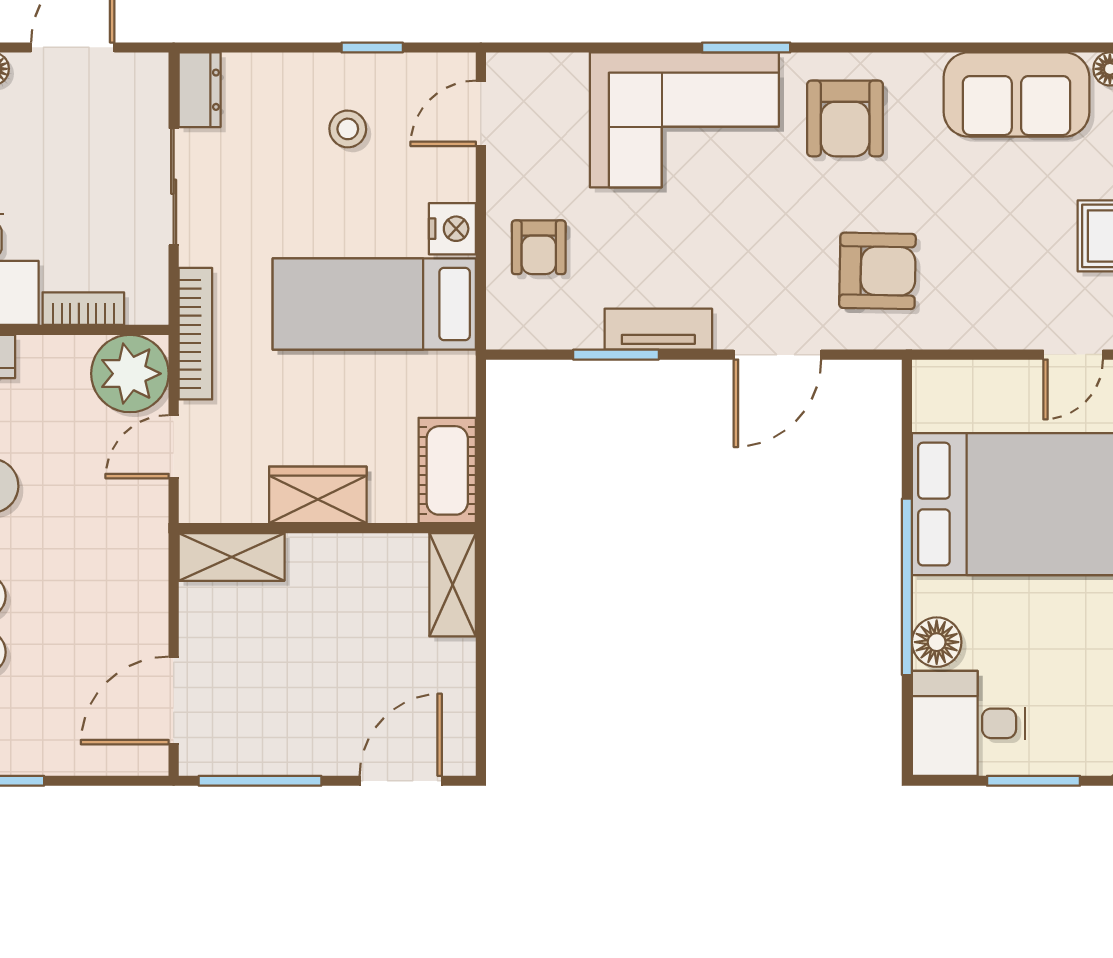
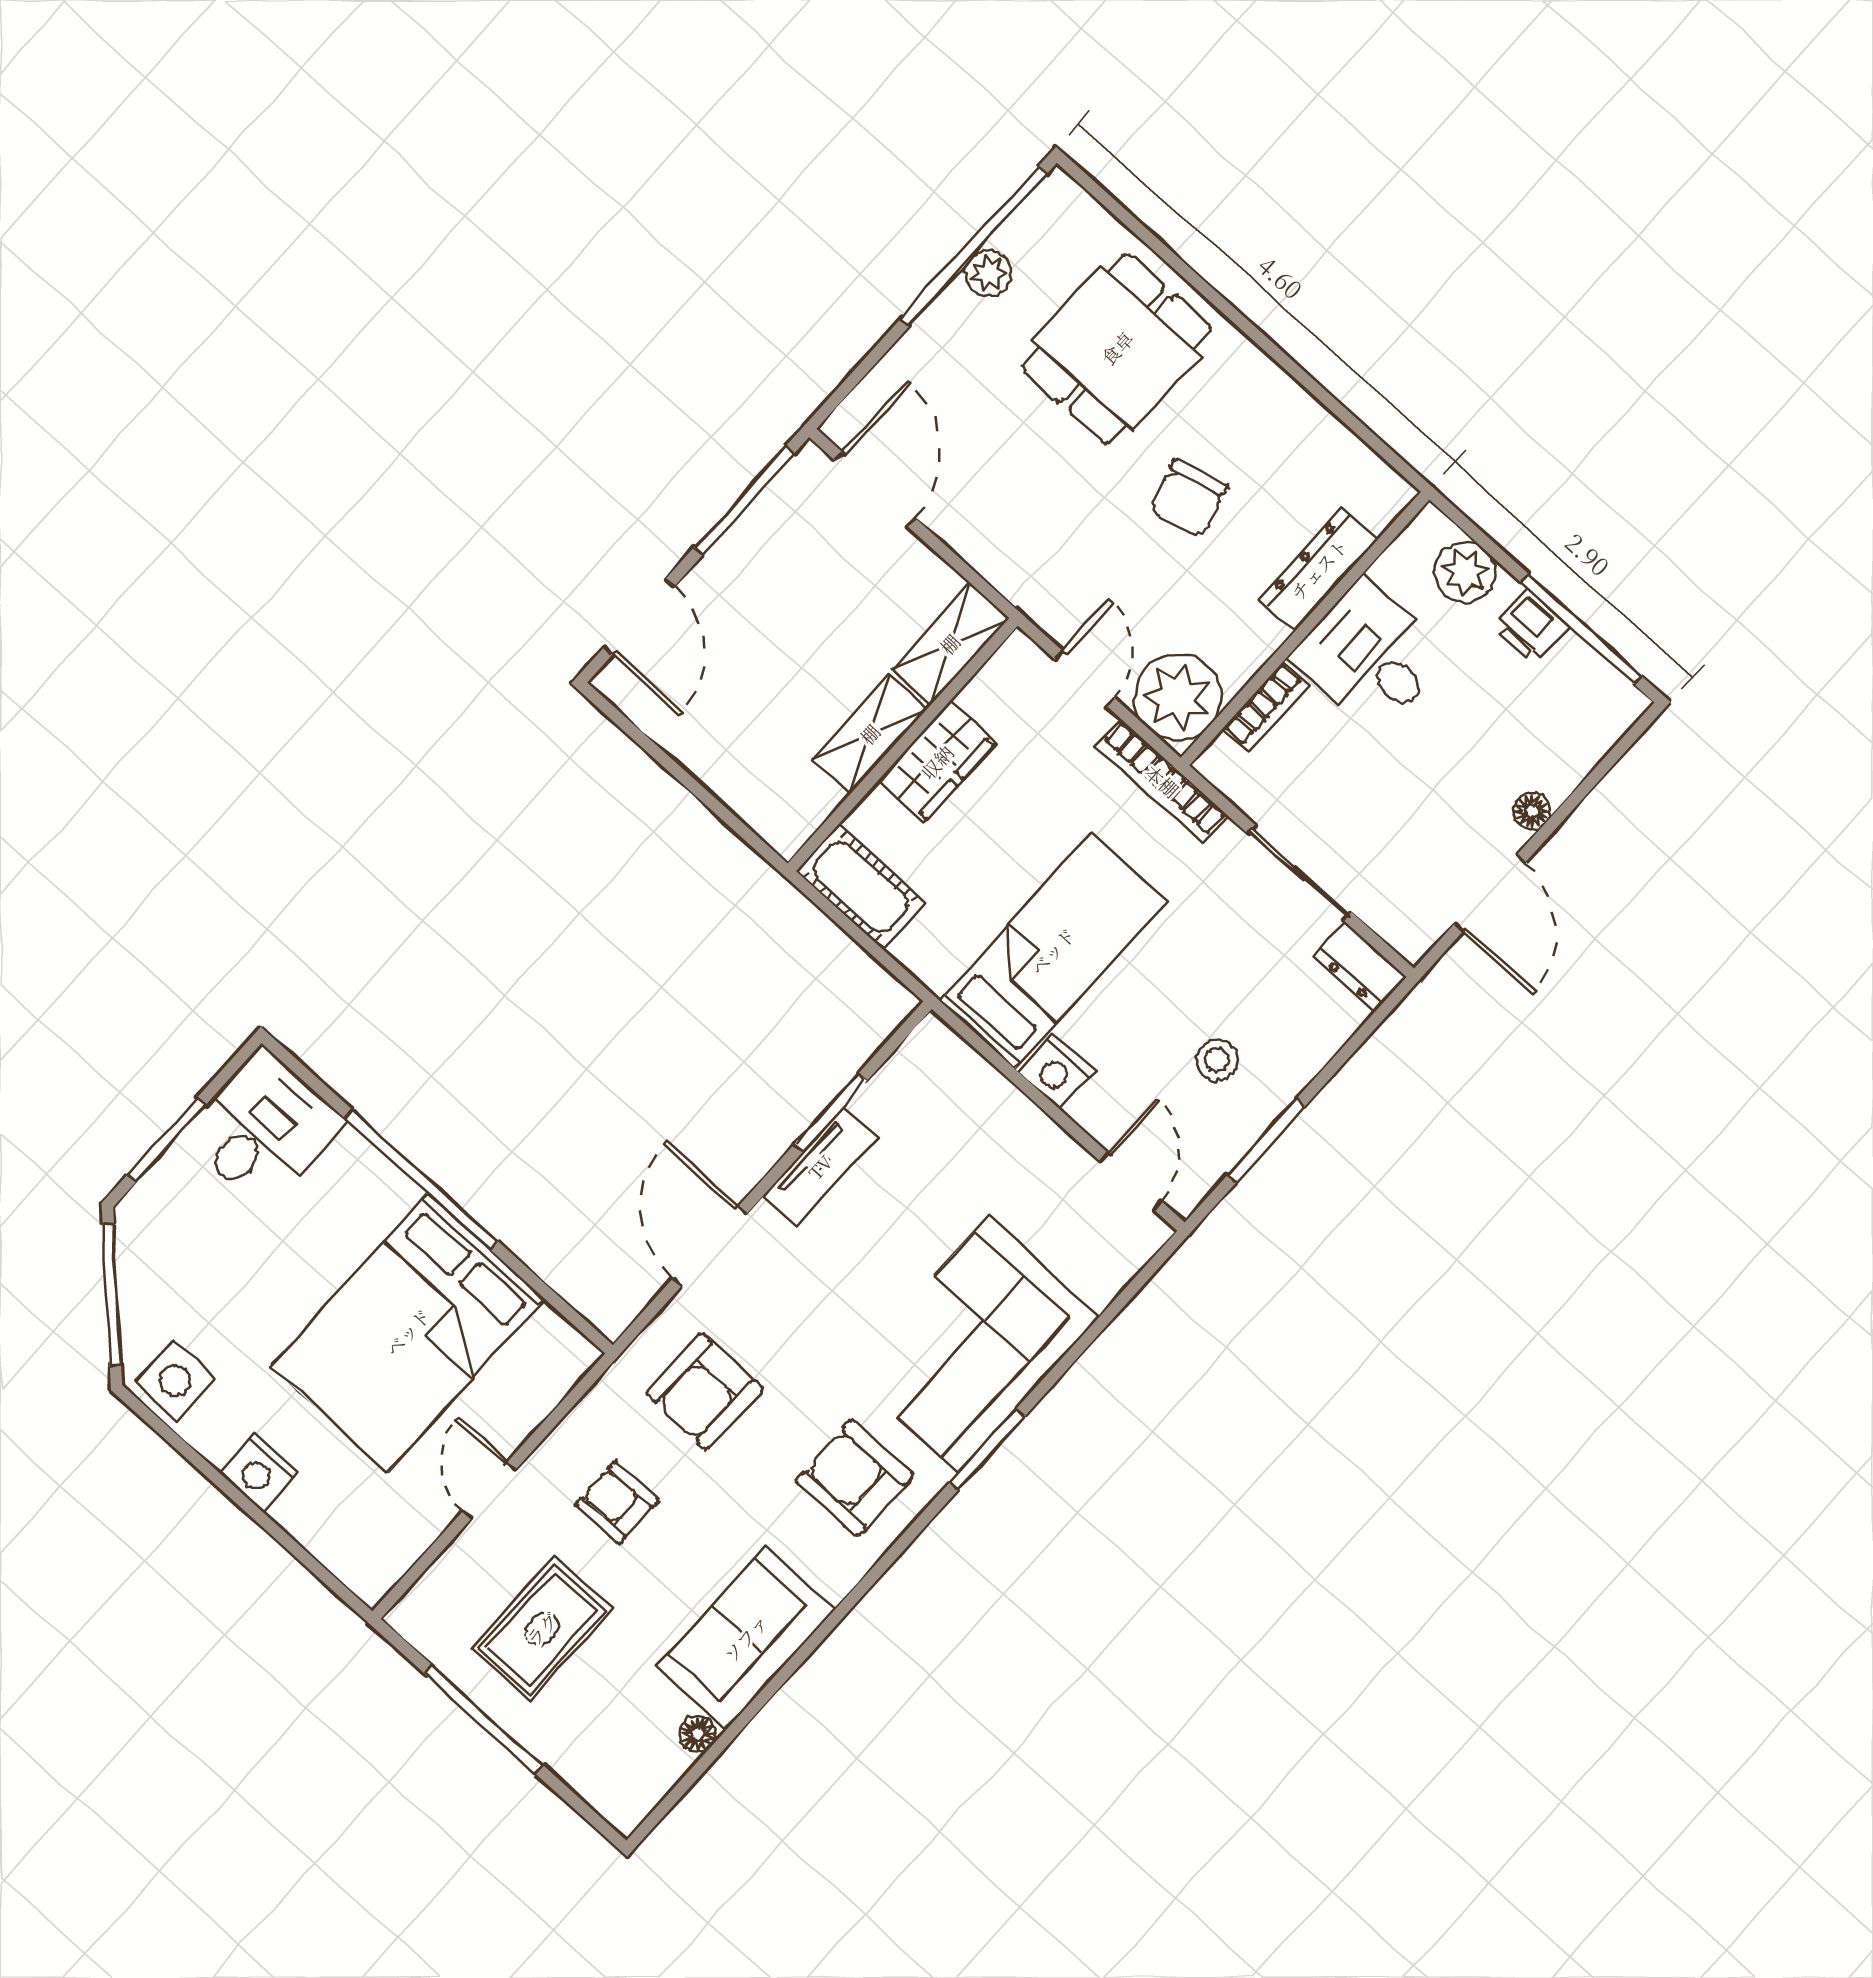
window: (372, 47) -> (1266, 1141), width x1.50
armchair: (539, 247) -> (617, 1502), moved
shelving: (453, 585) -> (870, 734), moved, turned 90
floor lamp: (937, 642) -> (354, 1163), removed

